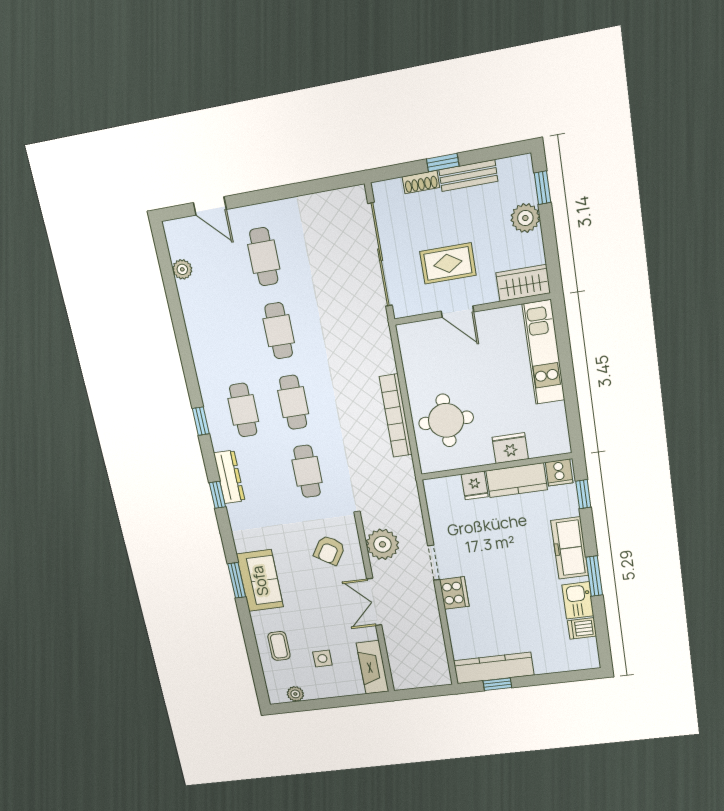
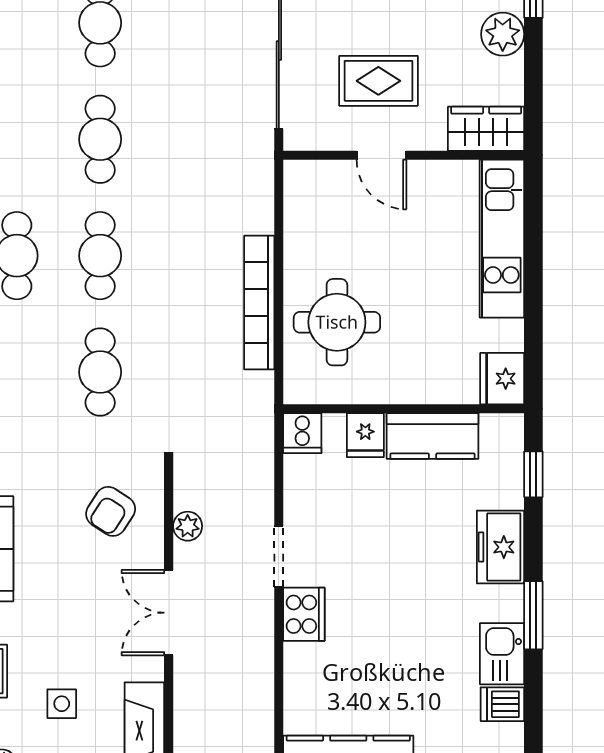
fridge: (510, 448) -> (502, 379), moved, turned -90
cooker: (559, 472) -> (302, 433), moved
plant: (382, 544) -> (188, 526), width x0.53, depth x0.53
freezer: (570, 548) -> (500, 547), width x0.71

